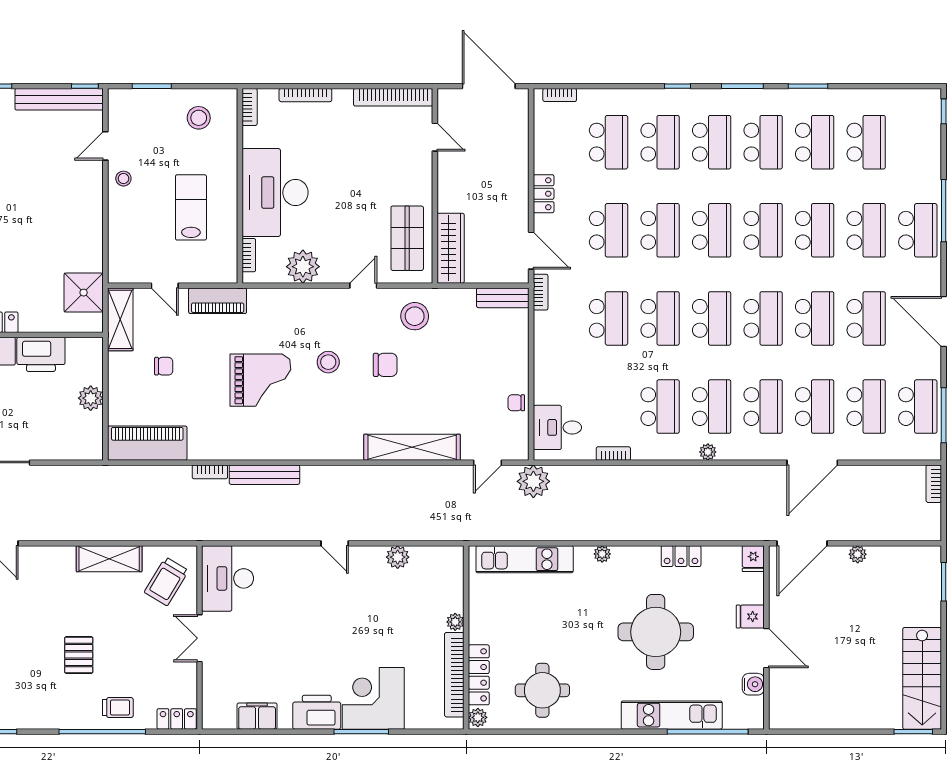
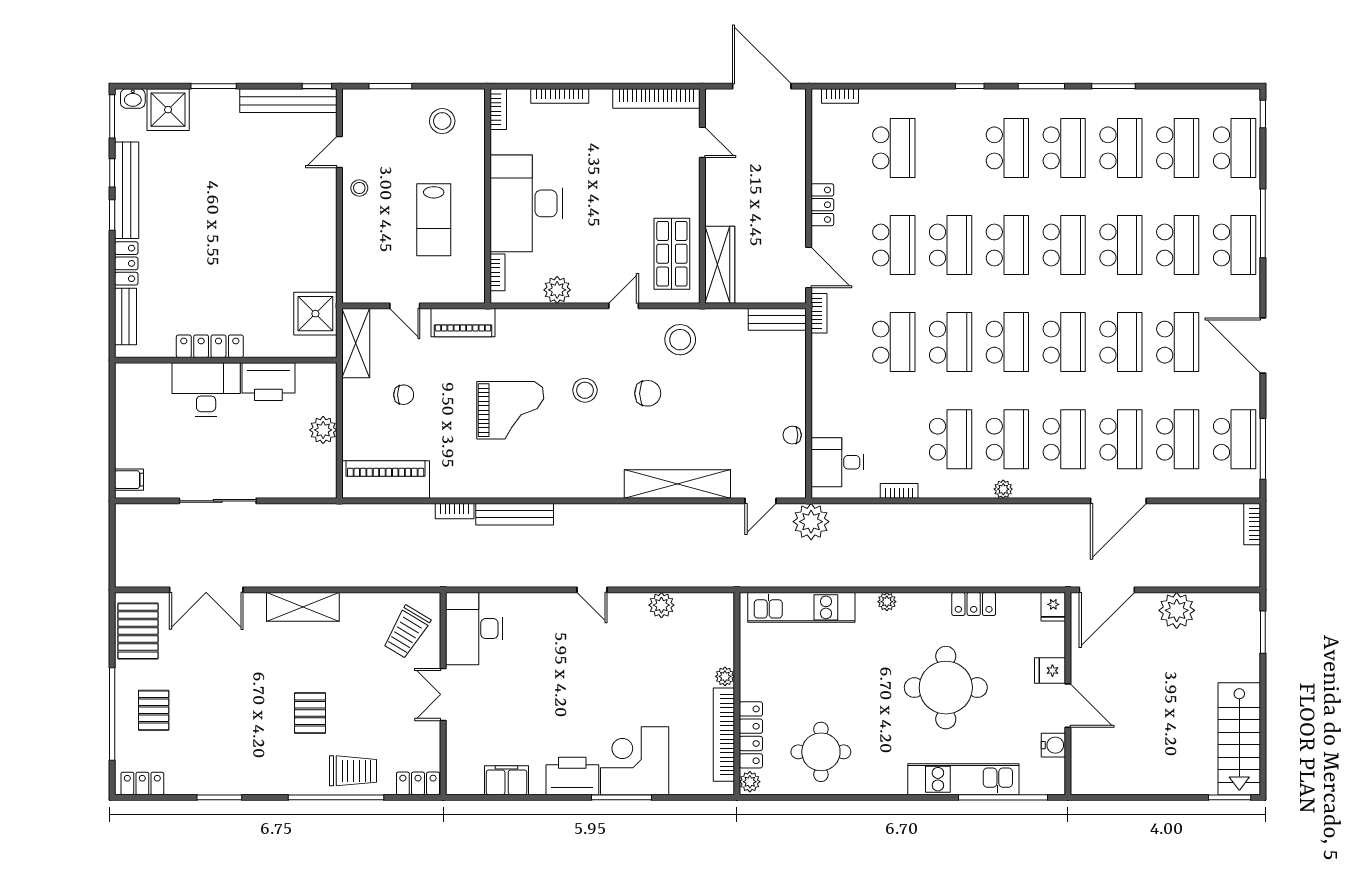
school desk: (660, 142) -> (1235, 148), moved
lab bench: (191, 207) -> (434, 220), turned 180
plant: (303, 267) -> (557, 290), width x0.73, depth x0.73
plant: (858, 554) -> (1177, 610), width x1.88, depth x1.88
shelving: (109, 559) -> (303, 607), moved
trolley: (118, 708) -> (353, 771), width x1.36, depth x1.39

